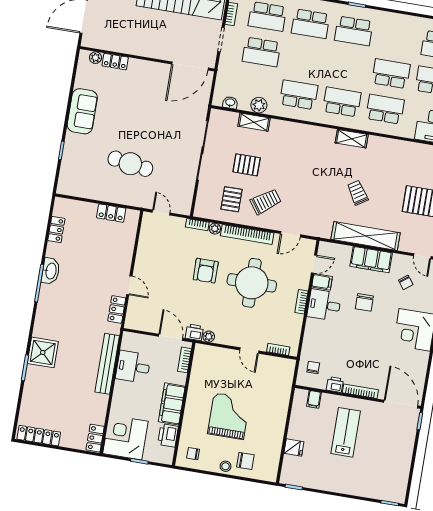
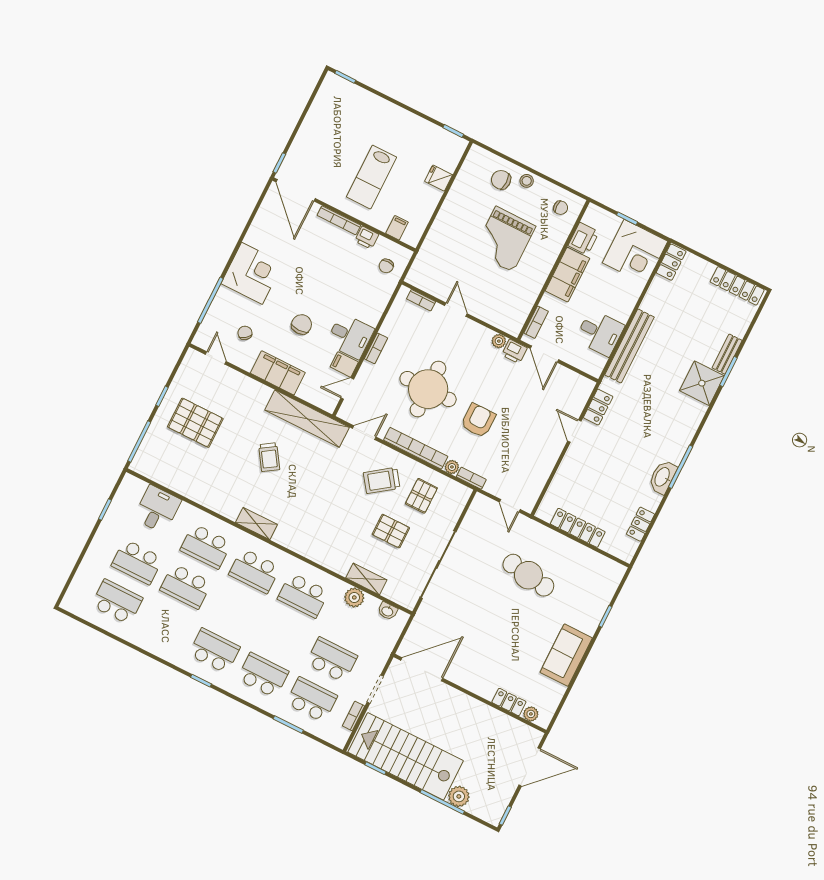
locker: (111, 213) -> (578, 528), width x1.53
shelving: (366, 236) -> (307, 419), moved
bench: (30, 381) -> (727, 354), added

